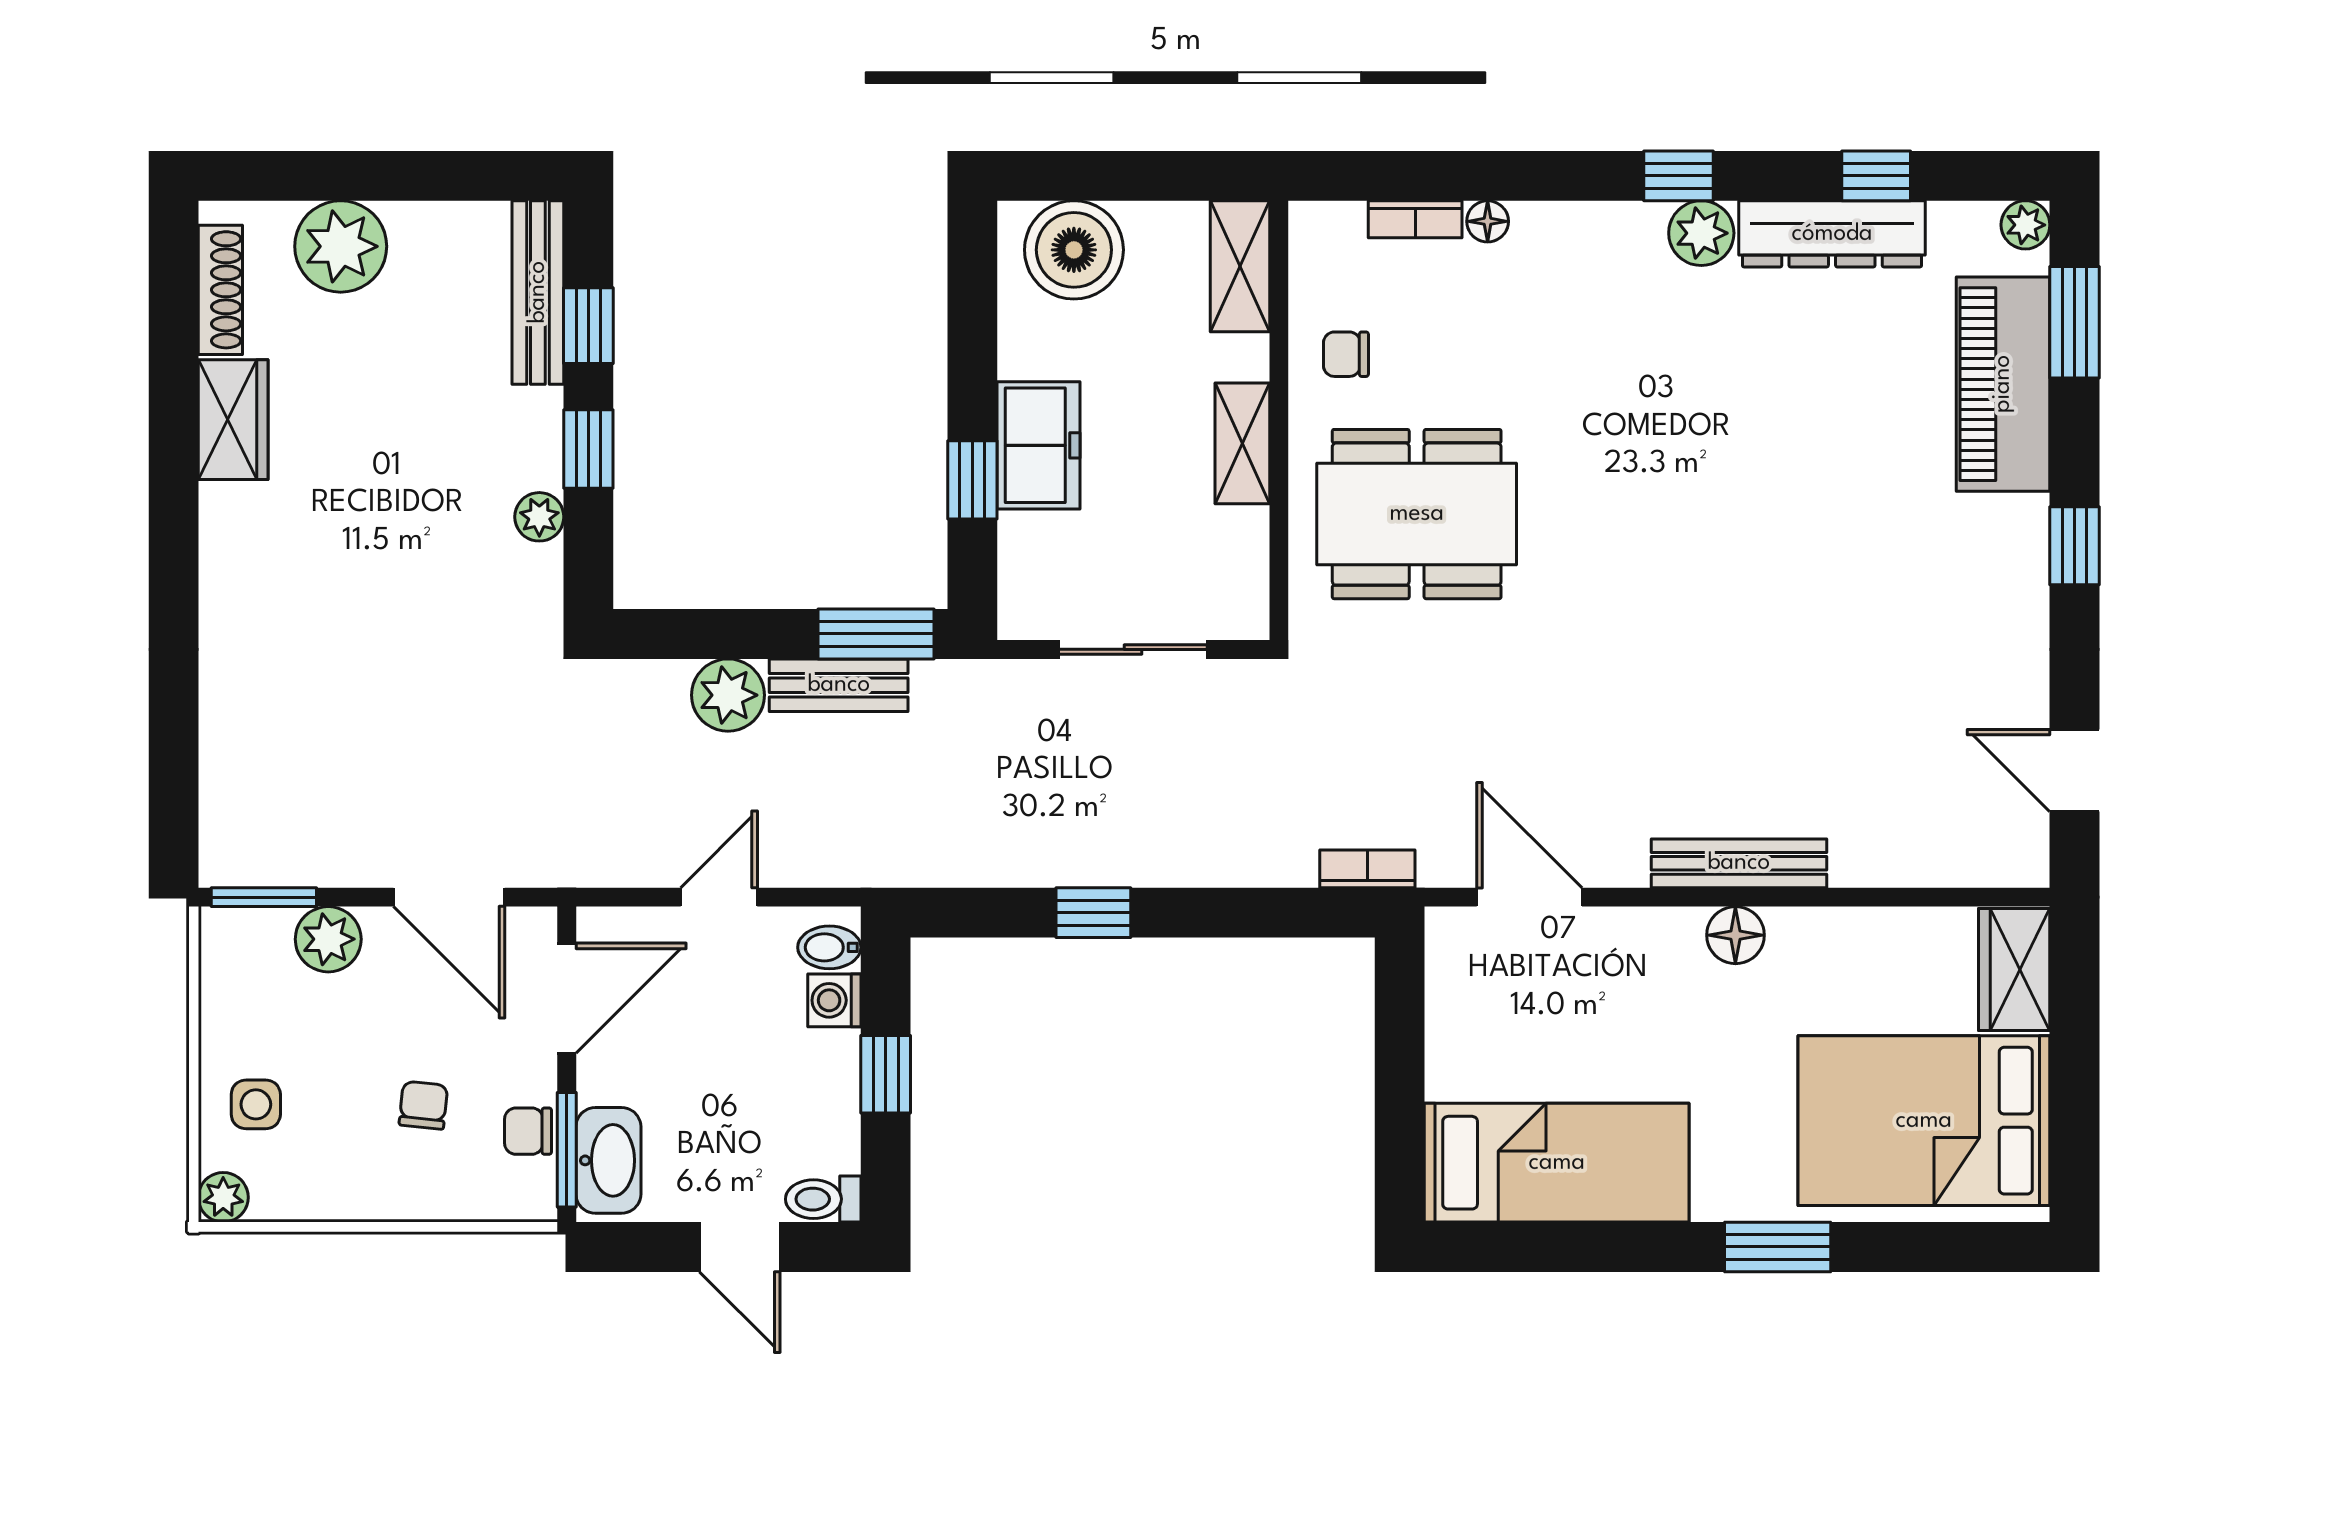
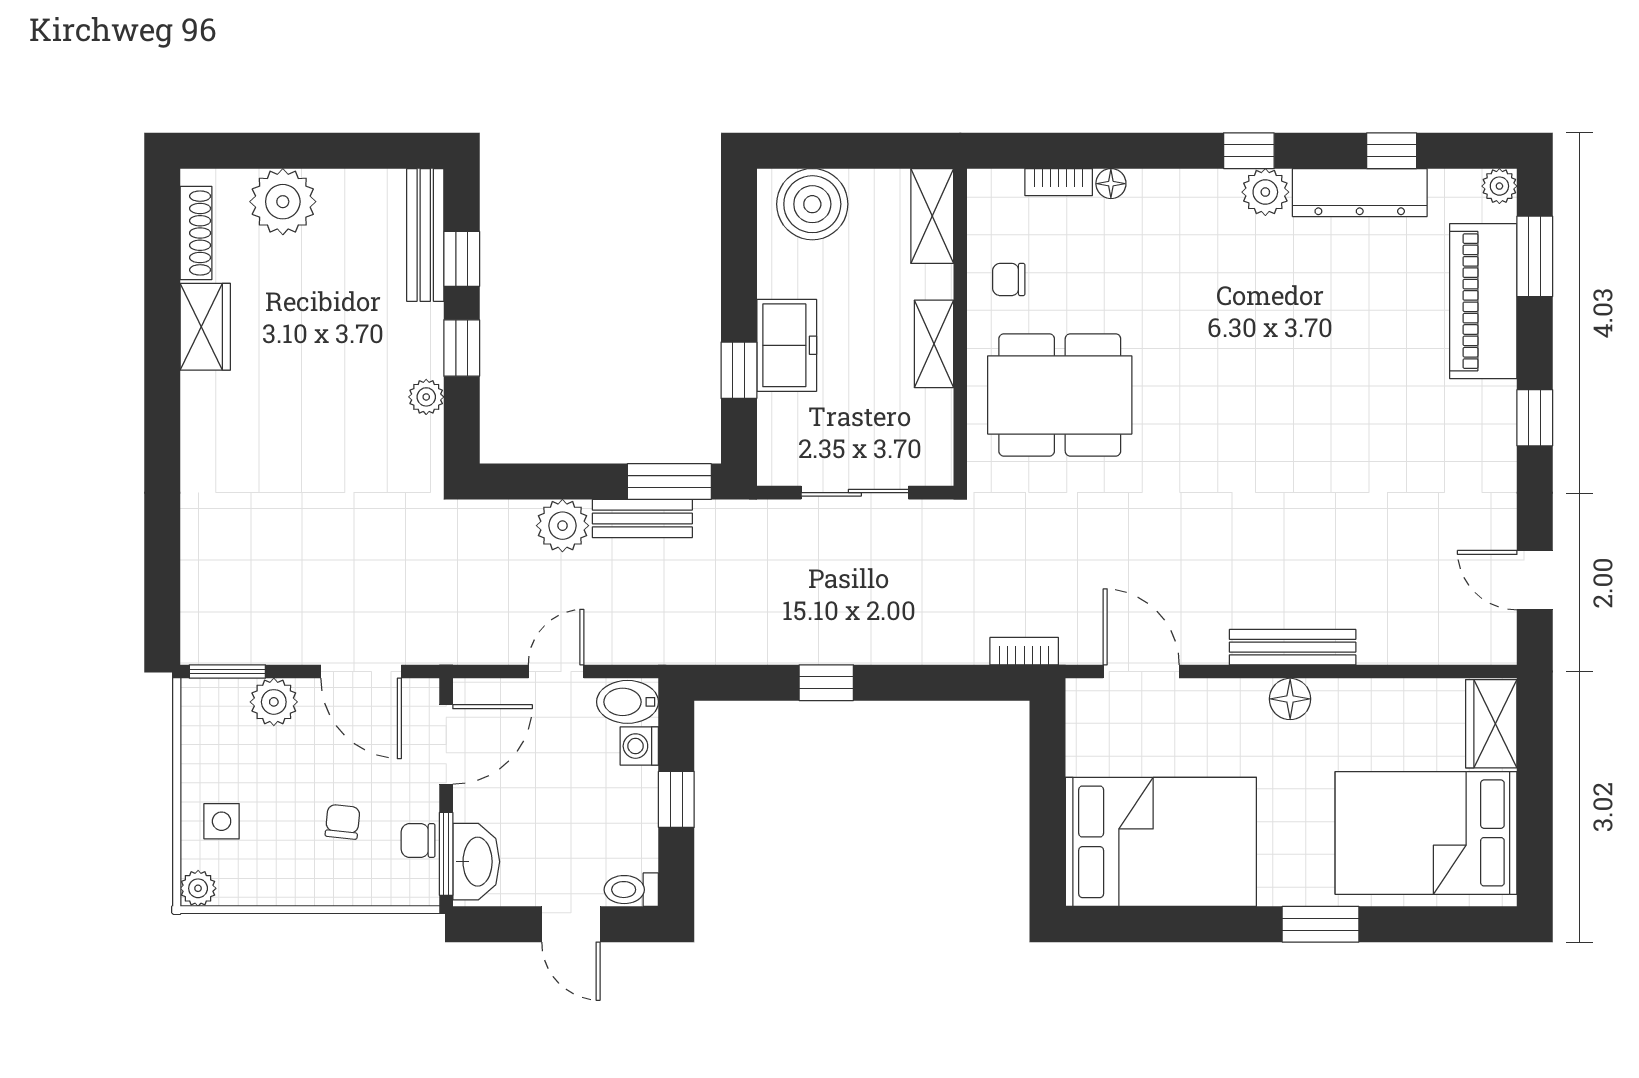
bidet: (829, 947) -> (627, 702), width x1.38, depth x1.36
bed: (1557, 1163) -> (1161, 842), width x1.50

